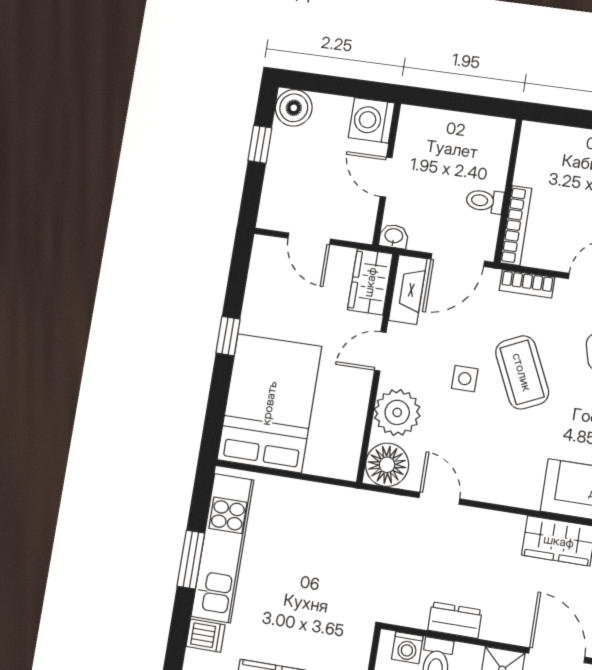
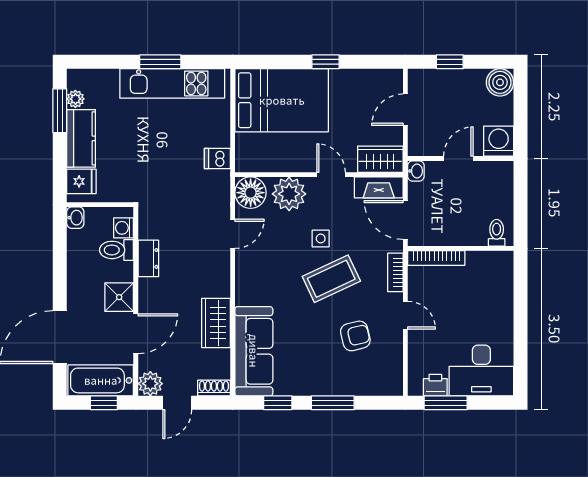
window: (260, 144) -> (450, 62), moved
toilet: (485, 201) -> (497, 233), moved
dishwasher: (206, 636) -> (217, 159), moved, turned 90

